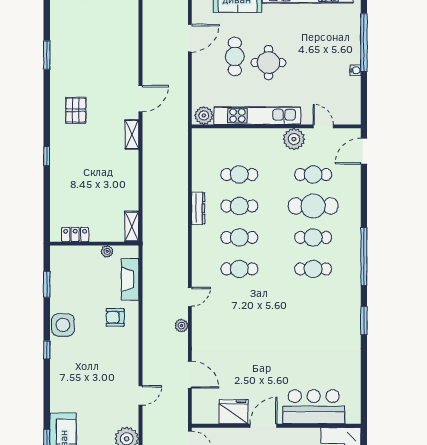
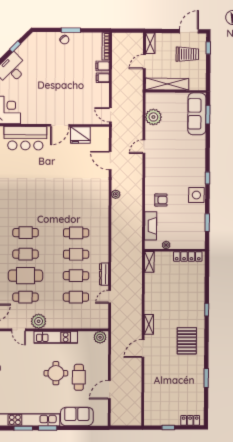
pallet: (76, 110) -> (187, 341), width x1.50, depth x1.42
kitchen unit: (257, 116) -> (56, 337), width x0.73
locker: (75, 235) -> (188, 256), width x1.53
door: (190, 297) -> (110, 297), moved

